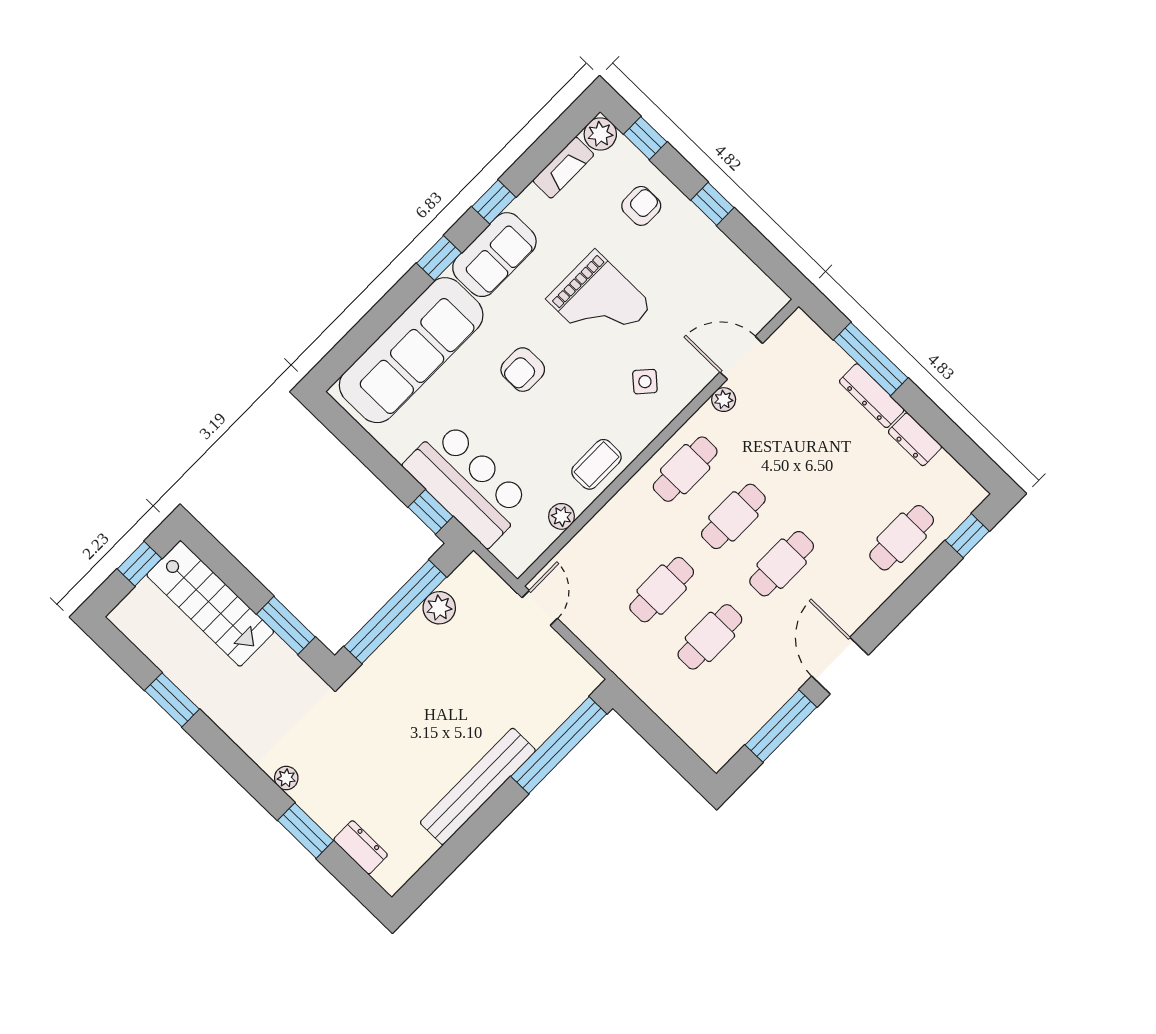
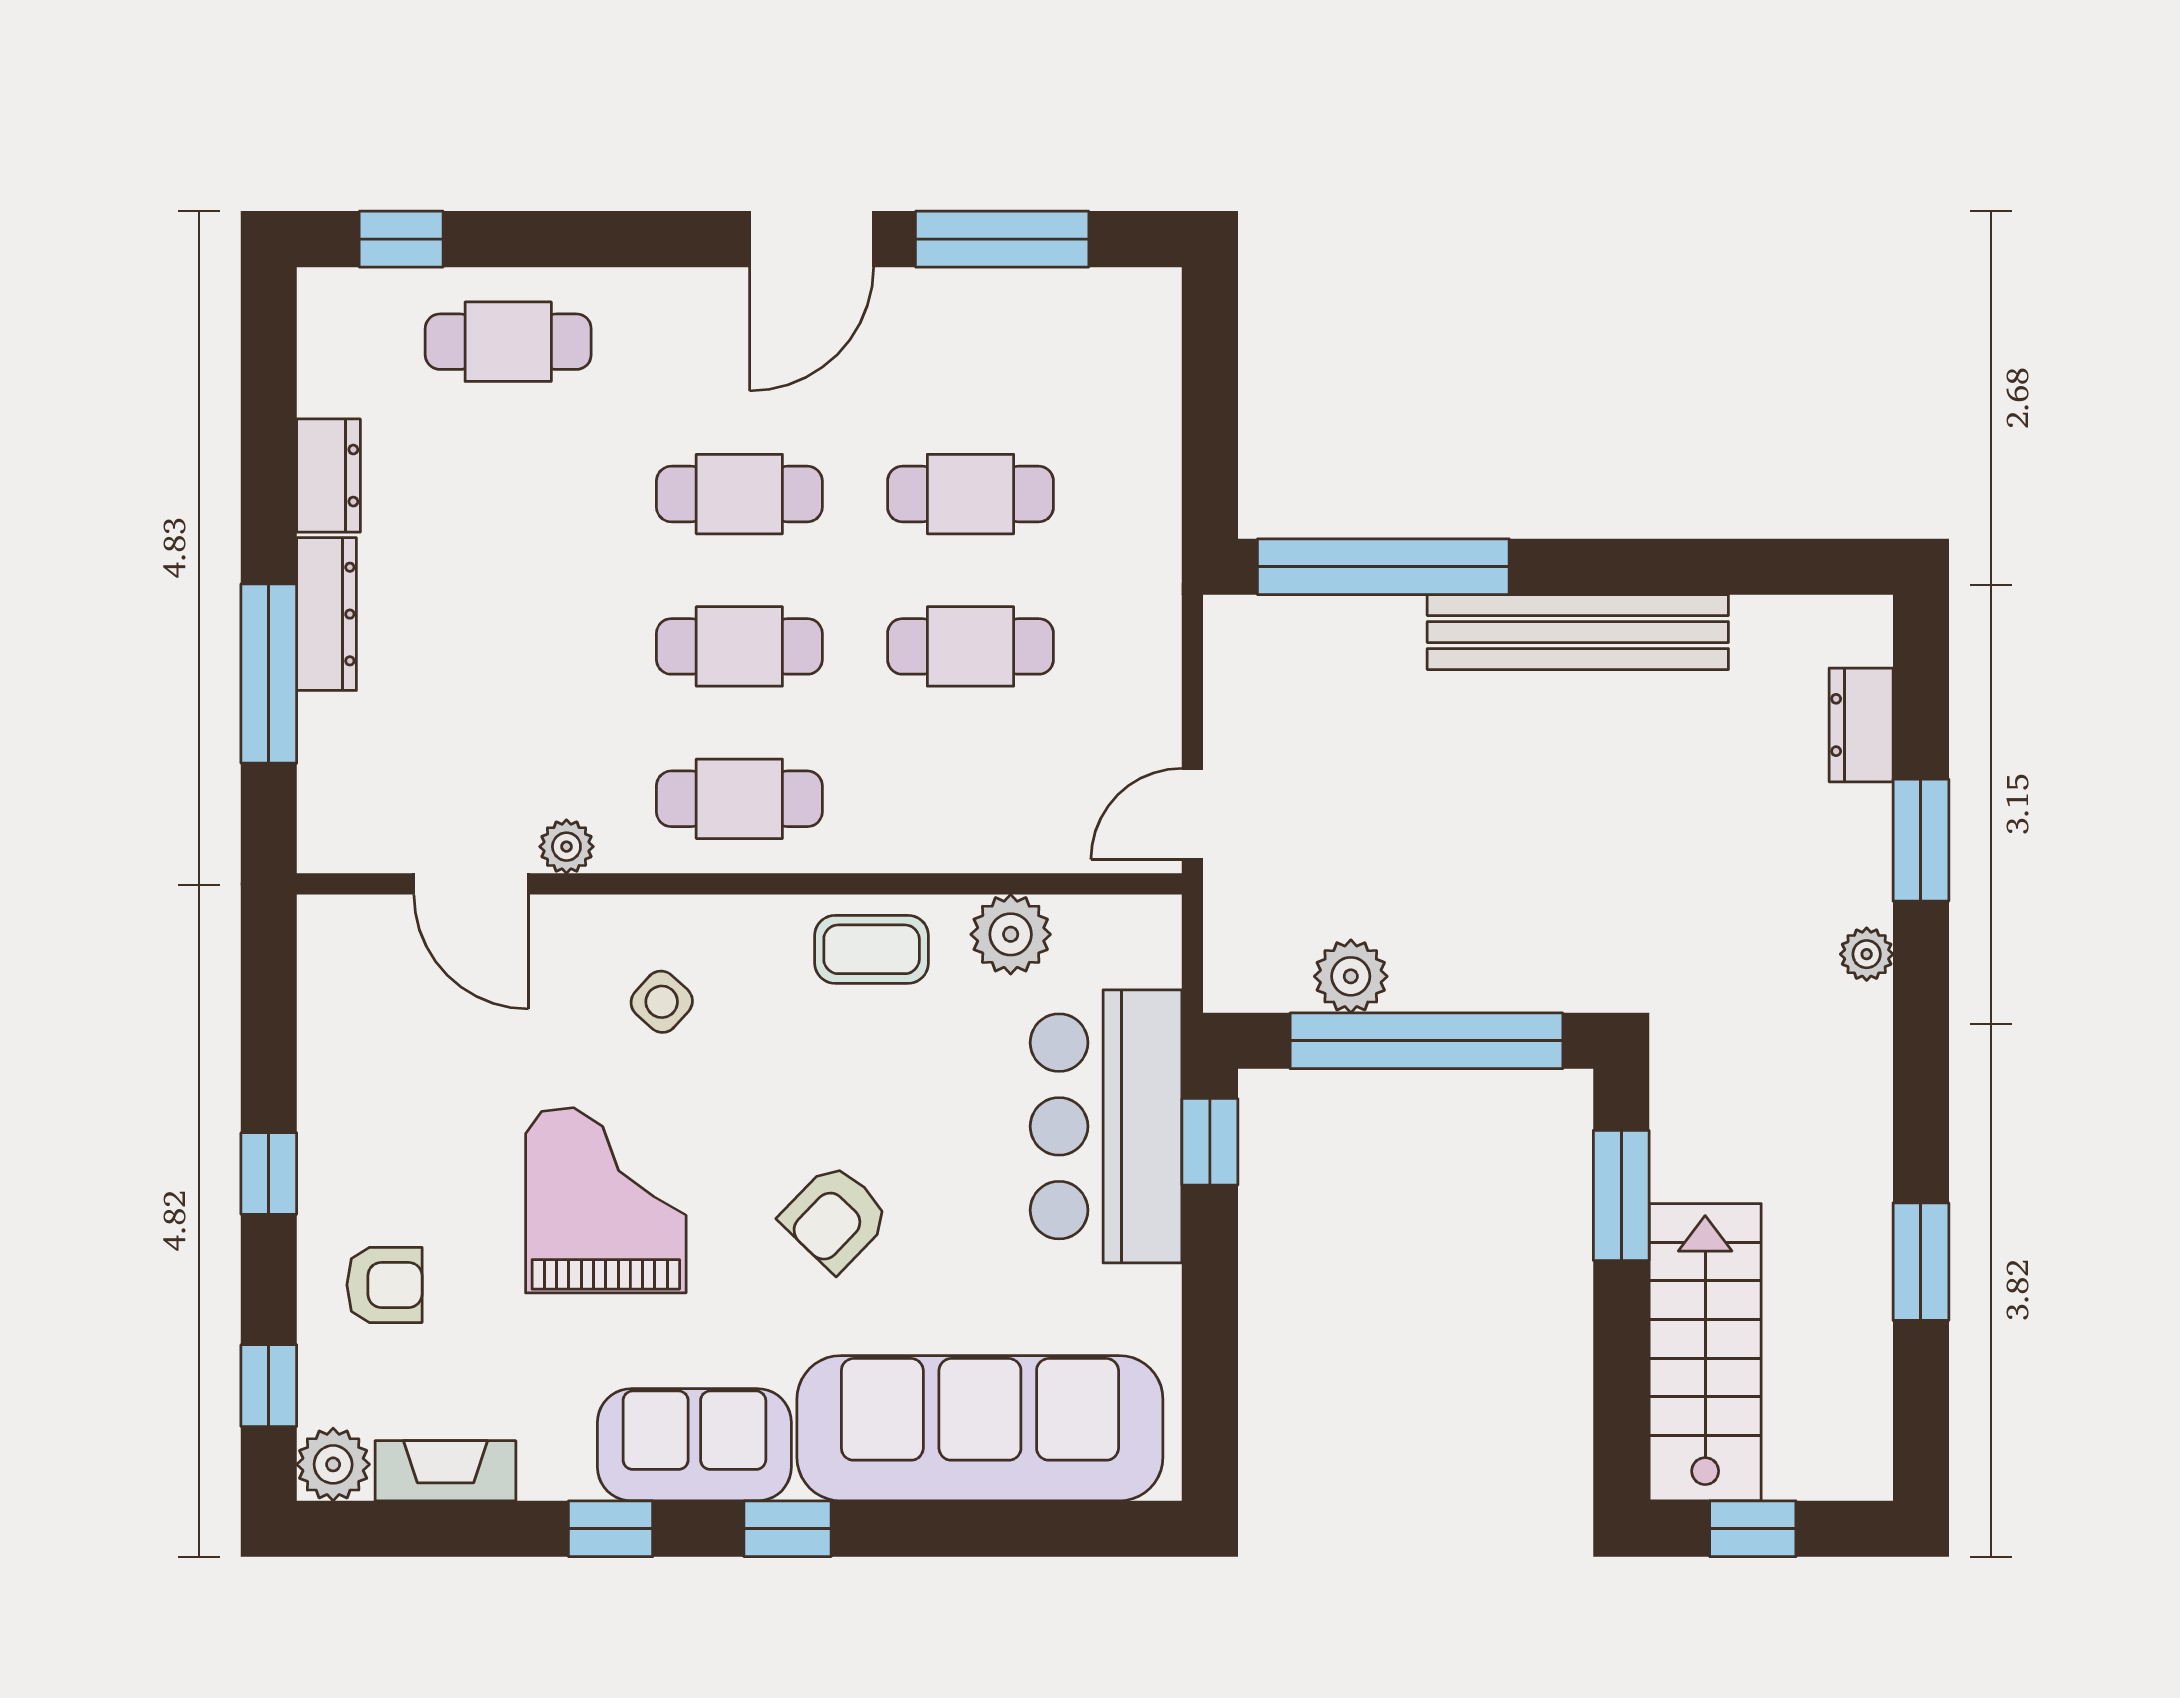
armchair: (641, 206) -> (384, 1285), turned 180
armchair: (523, 370) -> (835, 1218), turned 134
plant: (561, 516) -> (1011, 934), width x1.38, depth x1.38

